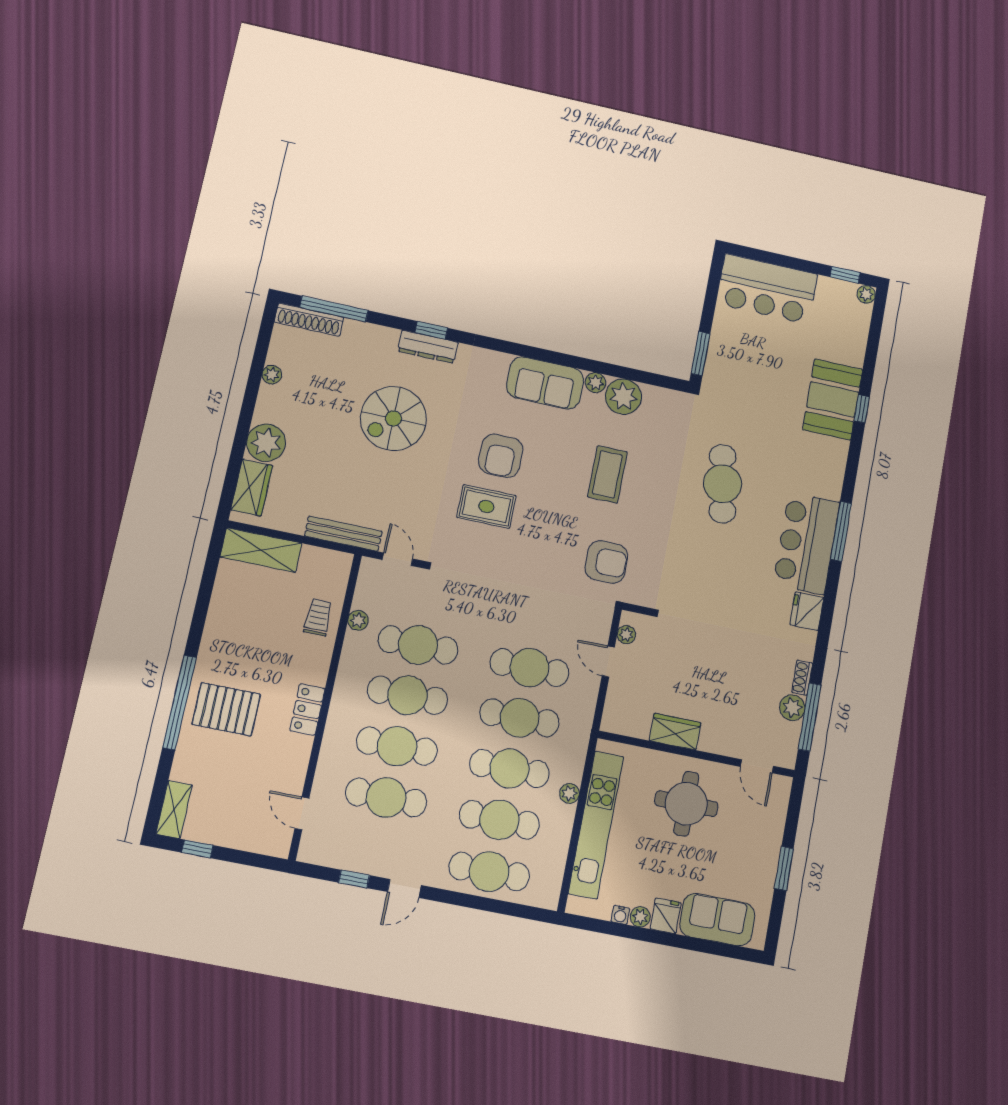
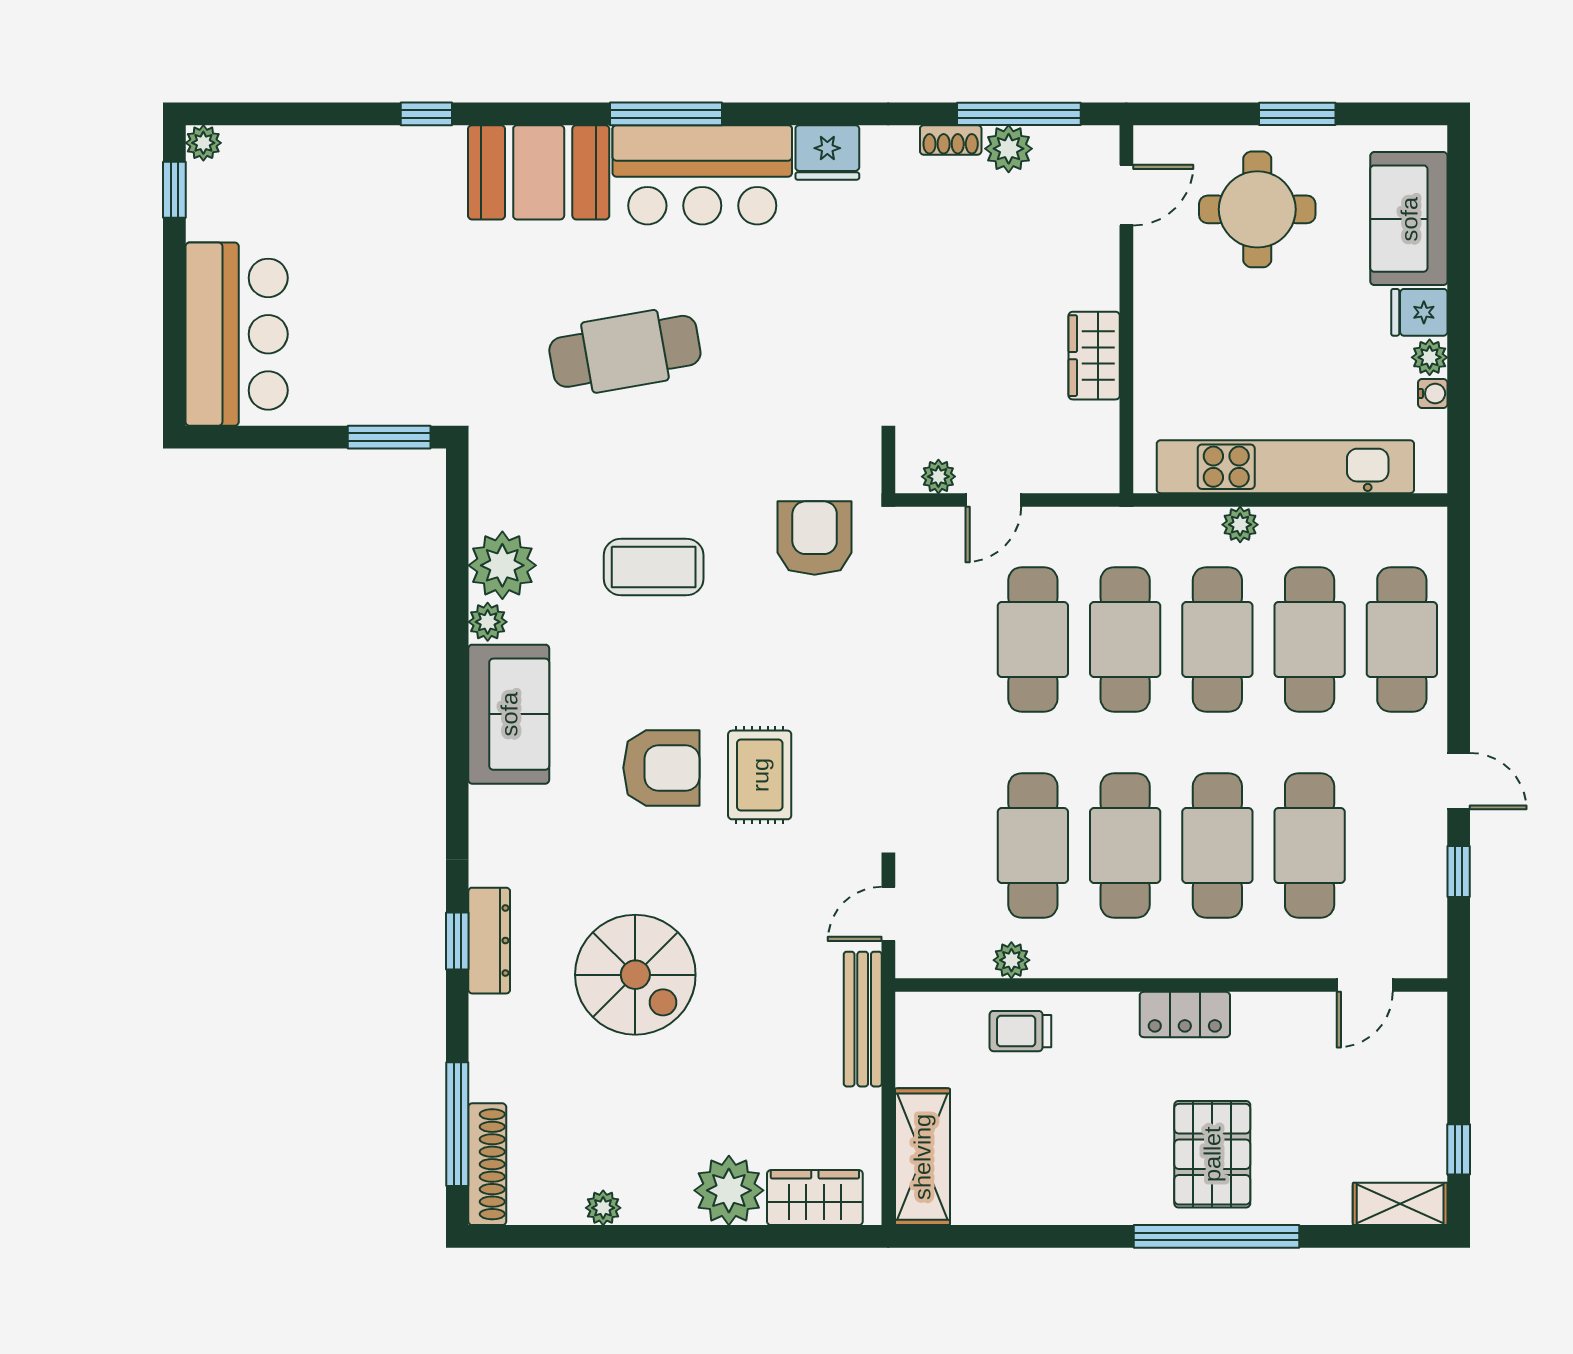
booth: (833, 399) -> (539, 172), moved
round table: (686, 804) -> (1257, 209), moved

